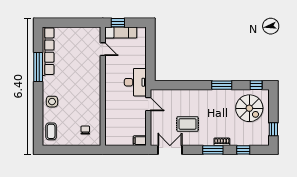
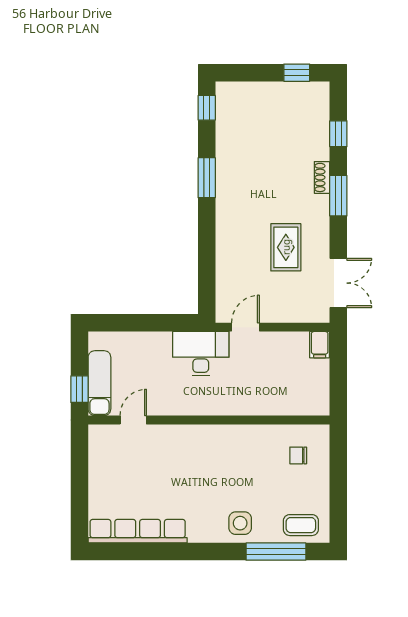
window: (38, 67) -> (276, 552), moved
spiral stairs: (249, 108) -> (254, 122), removed
double door: (170, 150) -> (338, 283), swing flipped

